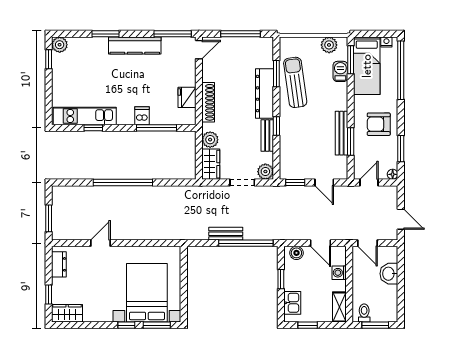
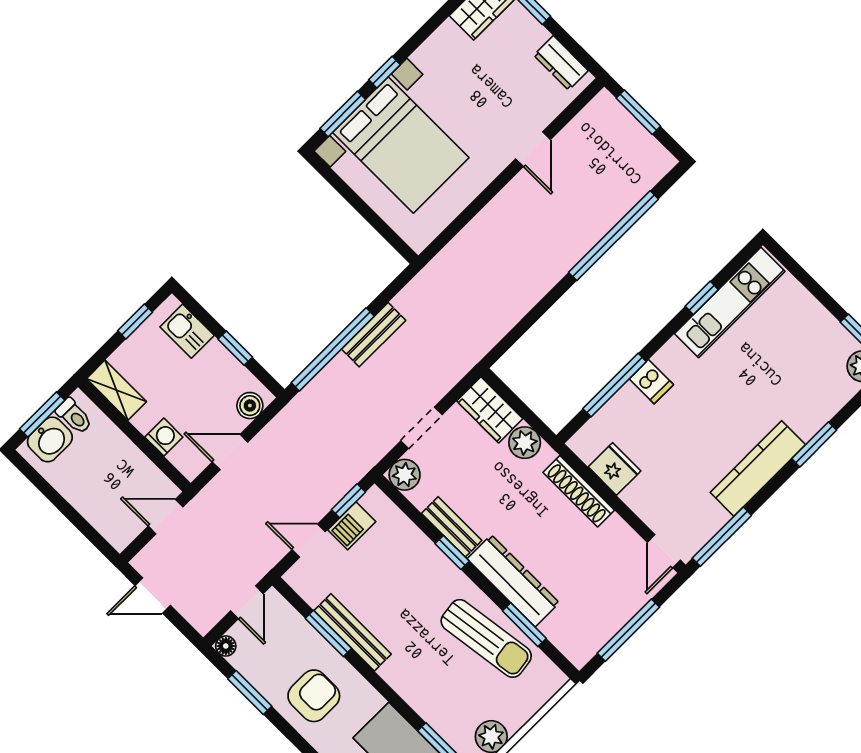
barbecue: (340, 71) -> (352, 526), moved, turned 90
window: (123, 182) -> (614, 236), moved
washbasin: (389, 274) -> (50, 439), moved, turned 90

